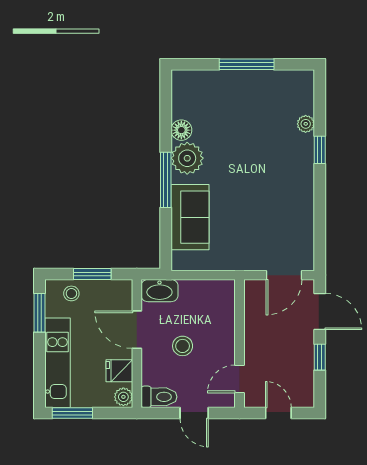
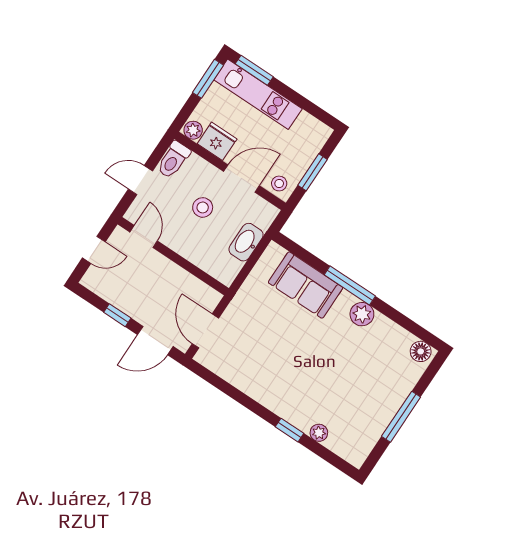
floor lamp: (181, 130) -> (421, 351), moved
plant: (187, 158) -> (362, 314), width x0.73, depth x0.73
washbasin: (159, 291) -> (246, 242), moved
stool: (71, 293) -> (279, 184), moved
window: (39, 313) -> (254, 70), moved
fridge: (119, 371) -> (217, 141), width x1.38

